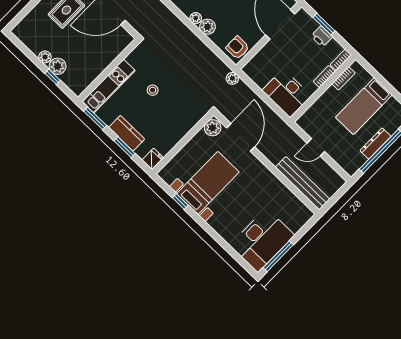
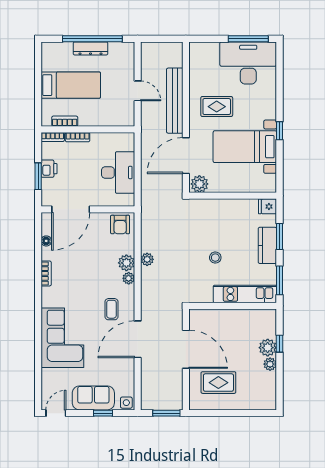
plant: (232, 78) -> (147, 259), moved
desk: (287, 93) -> (118, 172), moved
bench: (303, 183) -> (175, 101), moved
rug: (253, 190) -> (217, 107), added
window: (180, 201) -> (280, 131), moved

